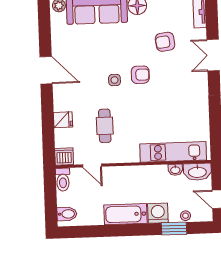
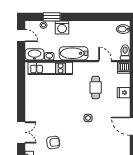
armchair: (140, 75) -> (71, 121), removed
bathtub: (125, 214) -> (74, 53), moved, turned 180

